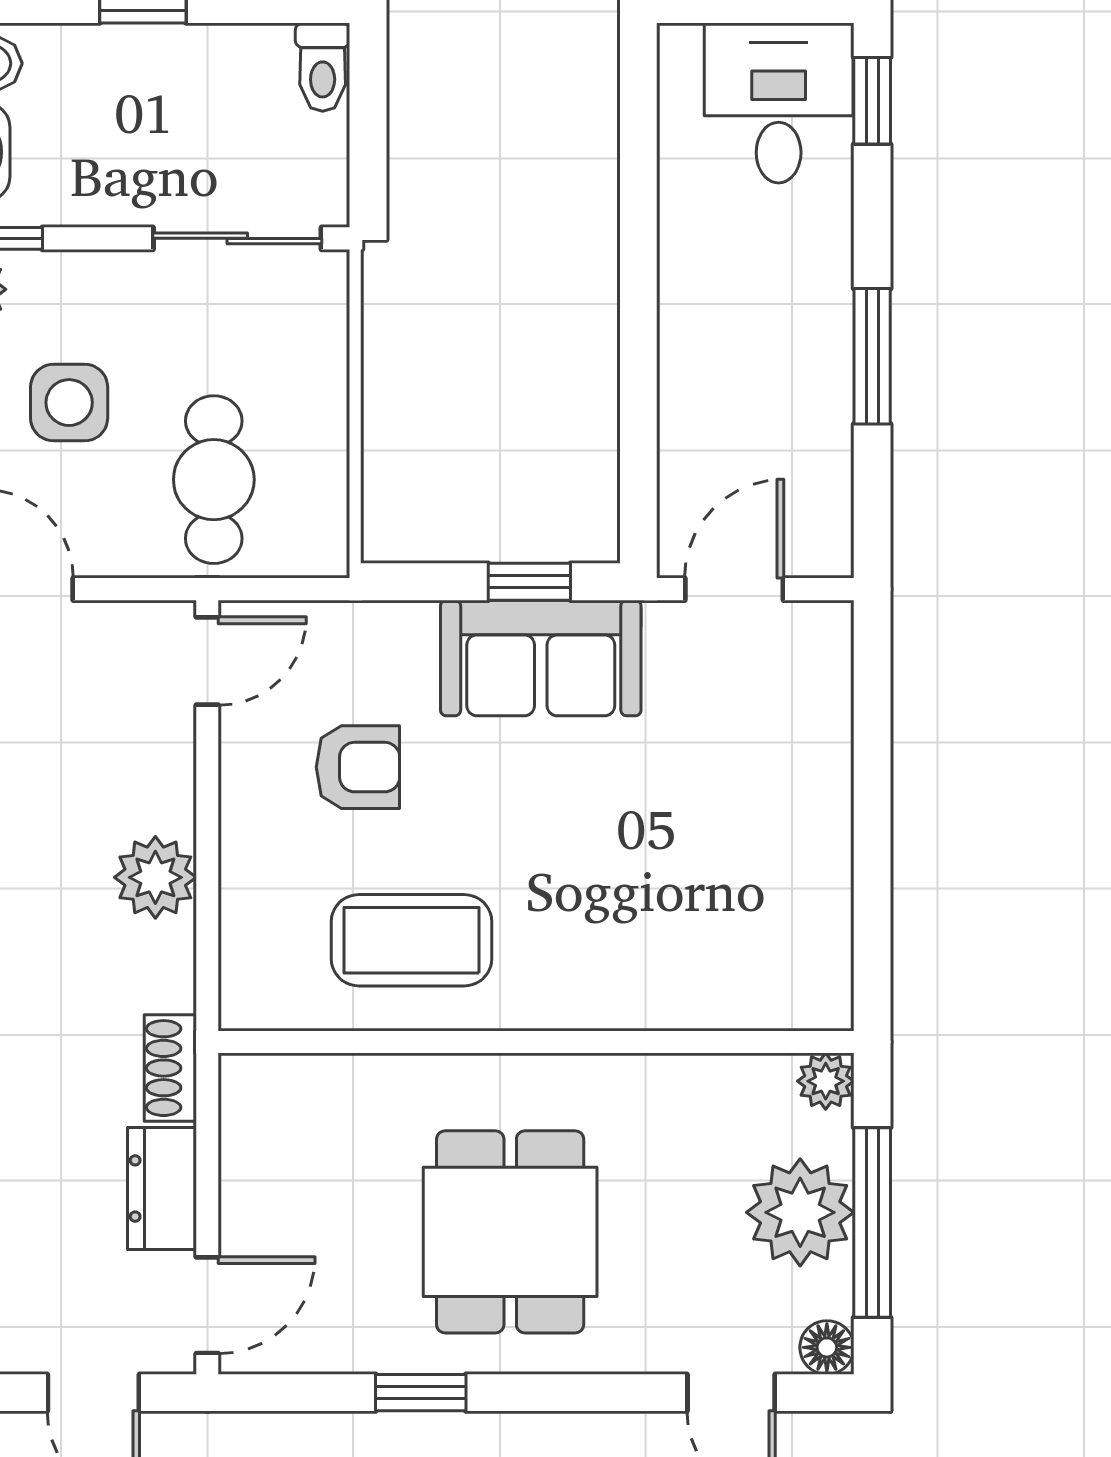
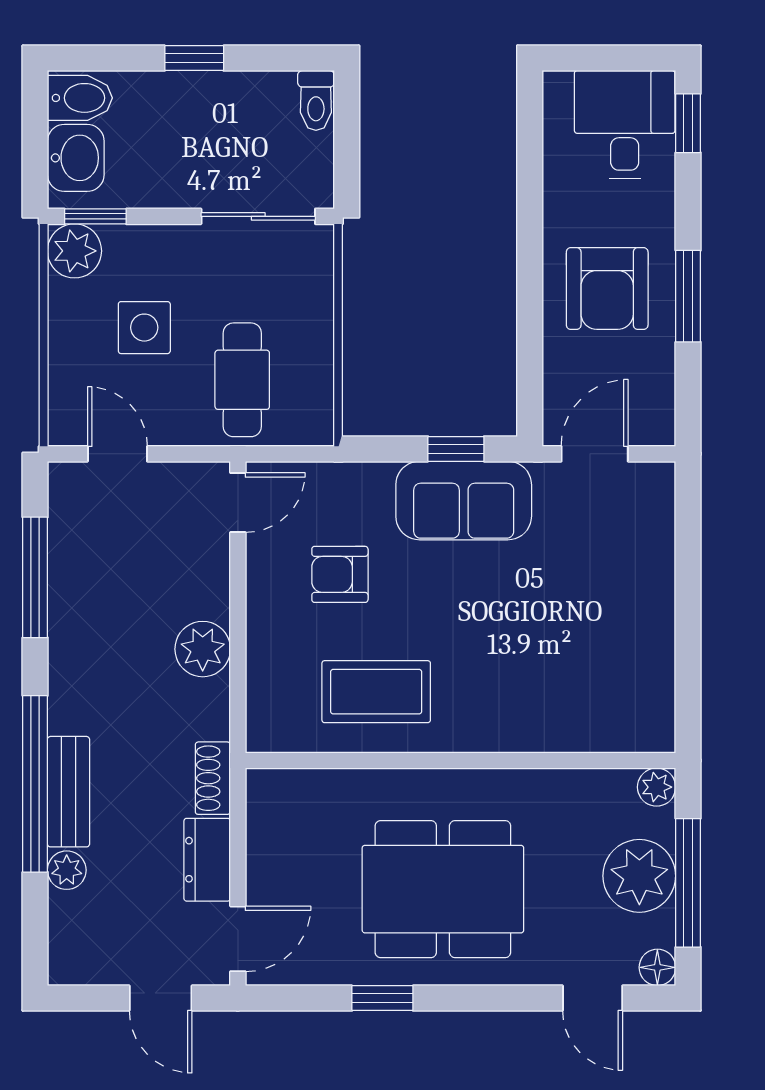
armchair: (753, 345) -> (607, 289), added
armchair: (358, 767) -> (340, 574), turned 180
dining table: (510, 1232) -> (443, 889), width x1.38

